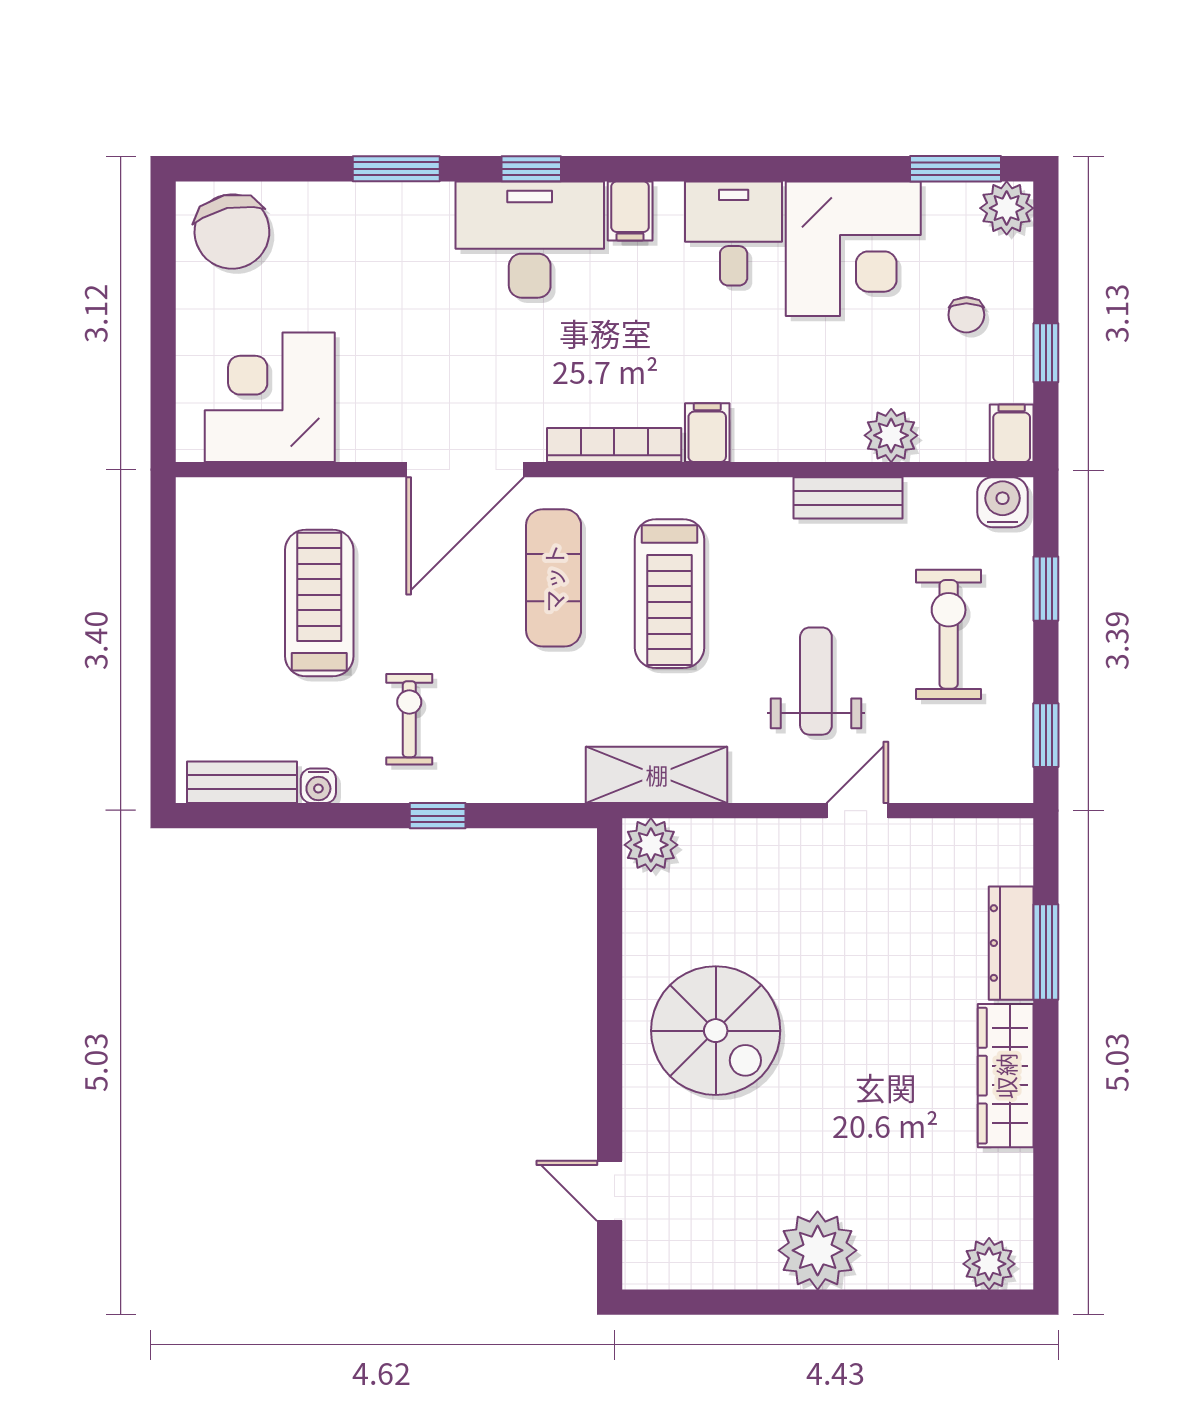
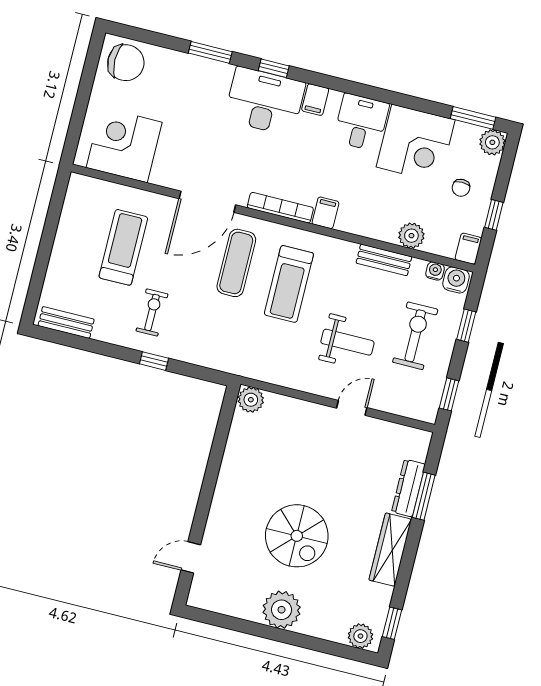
chair: (232, 232) -> (126, 63), turned -78
weight bench: (816, 681) -> (347, 342), turned 90
shelving: (657, 775) -> (262, 368), removed
water cooler: (318, 786) -> (435, 271), moved, turned 180
spiral stairs: (716, 1031) -> (297, 536), moved
door: (610, 1191) -> (191, 557), hinge flipped
window: (1046, 1222) -> (392, 623), added

